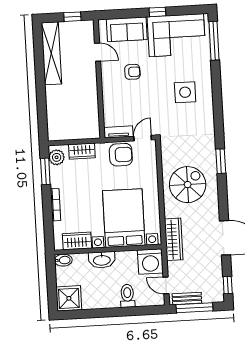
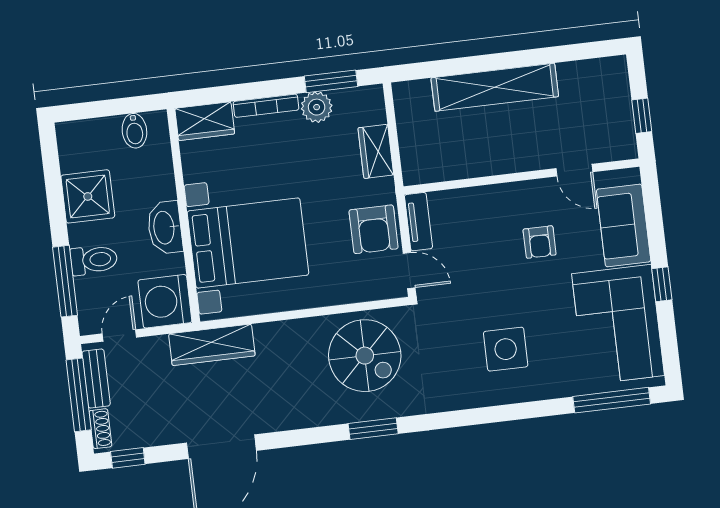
door: (98, 52) -> (574, 170), hinge flipped
shelving: (51, 53) -> (495, 87), moved
plant: (57, 157) -> (317, 107), moved
spiral stairs: (188, 185) -> (365, 356), moved
wardrobe: (77, 241) -> (205, 121), moved, turned 90
bidet: (63, 260) -> (134, 131), moved
washbasin: (102, 260) -> (165, 228), moved
shower: (69, 298) -> (88, 196), moved
shoe rack: (212, 298) -> (100, 429), added
window: (137, 311) -> (65, 281), added

